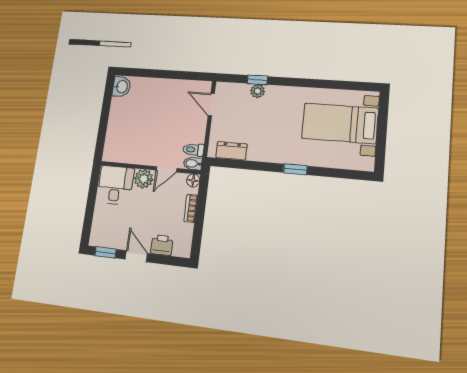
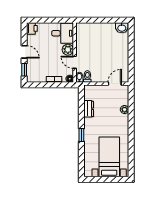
window: (257, 80) -> (131, 109), removed
dresser: (231, 151) -> (89, 109), moved
printer: (162, 245) -> (32, 28), moved
window: (106, 252) -> (24, 70), moved
door: (136, 256) -> (24, 52), hinge flipped

